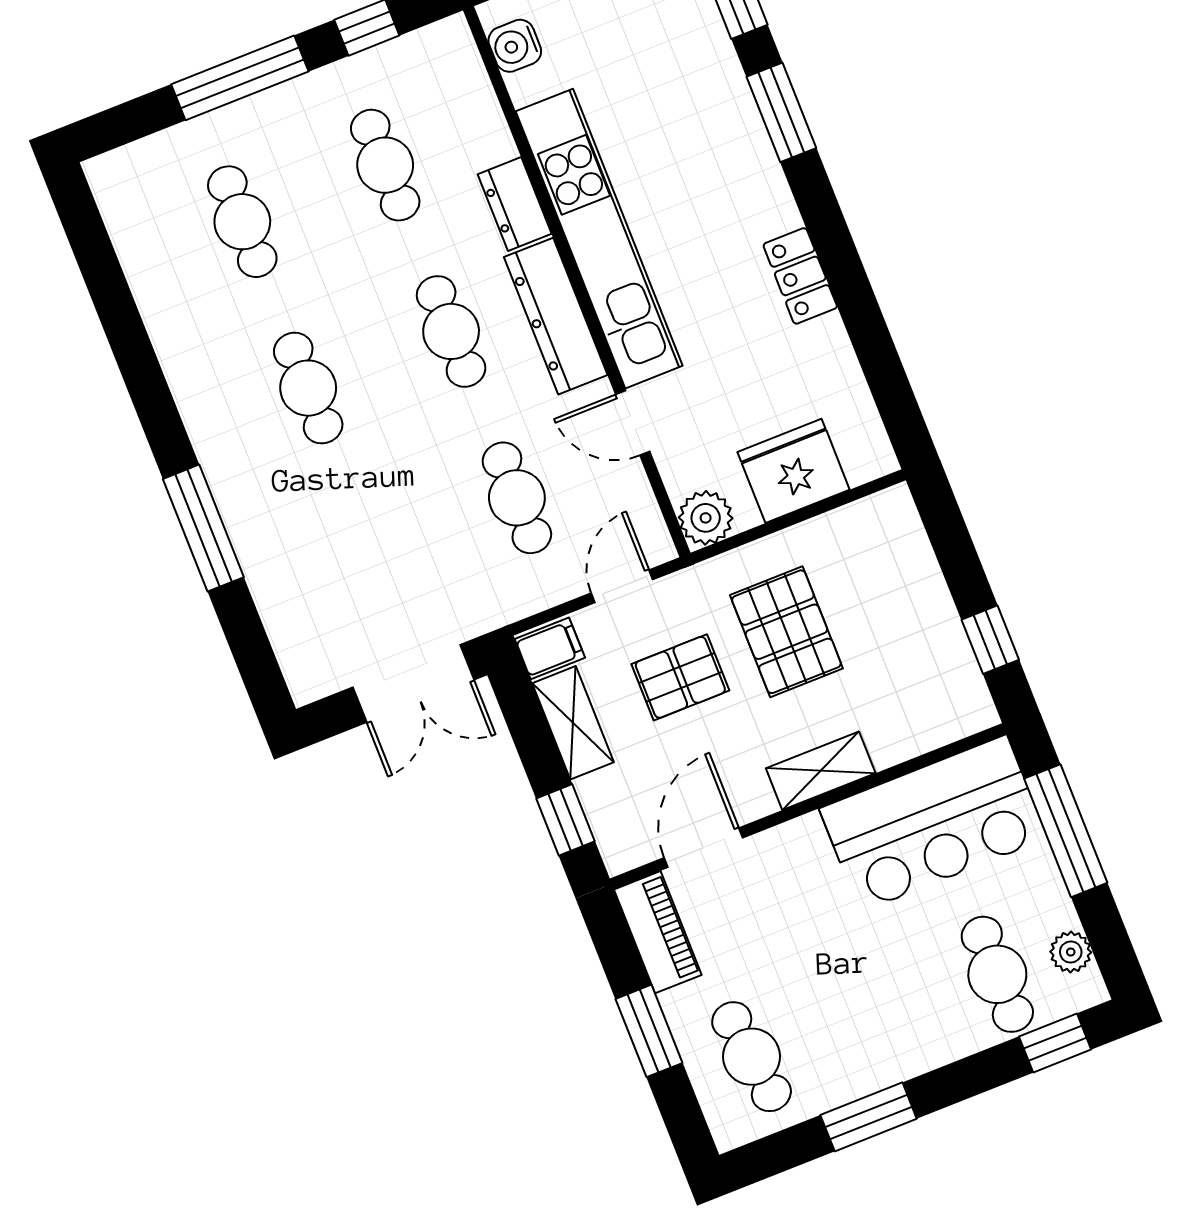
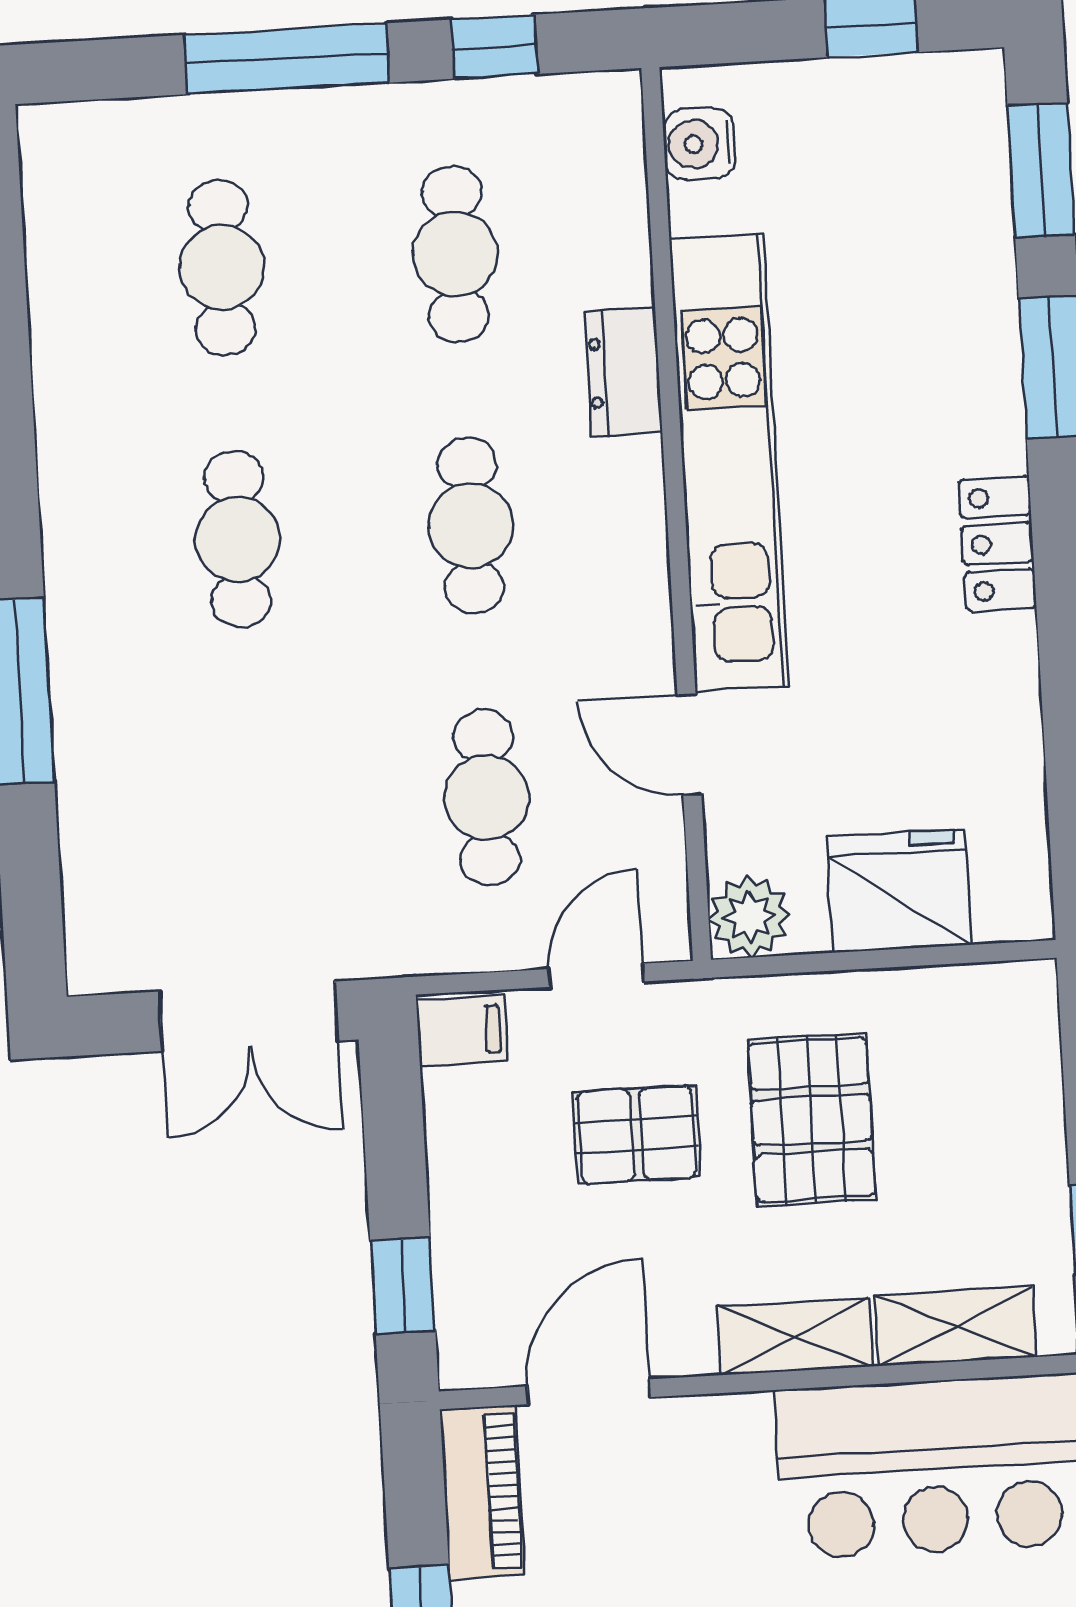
locker: (800, 276) -> (998, 544), moved
dresser: (556, 316) -> (629, 554), removed
shelving: (573, 723) -> (955, 1326), moved, turned 90

